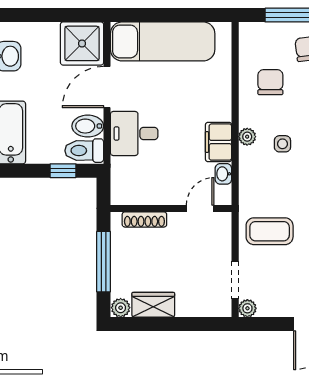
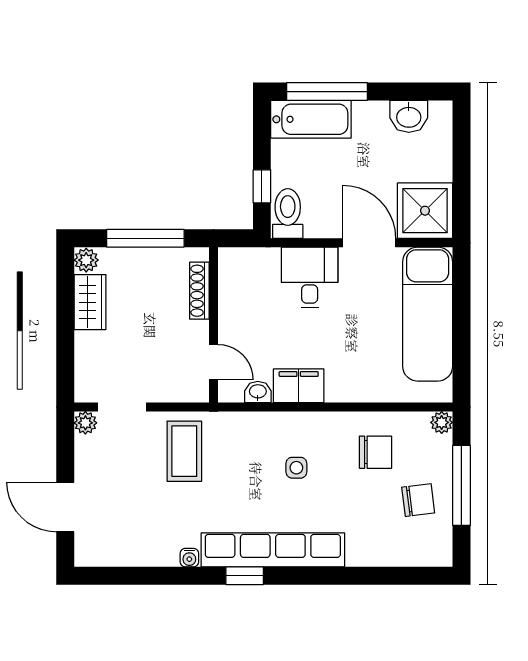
bidet: (88, 126) -> (319, 218), removed
plant: (247, 137) -> (442, 422), moved

